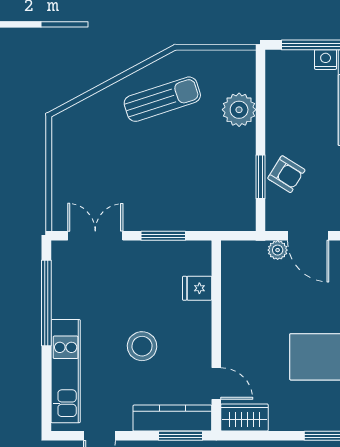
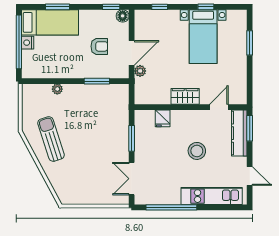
plant: (239, 110) -> (57, 89), width x0.53, depth x0.53
armchair: (286, 174) -> (99, 46), moved, turned 58
wardrobe: (244, 418) -> (185, 96), moved, turned 90

